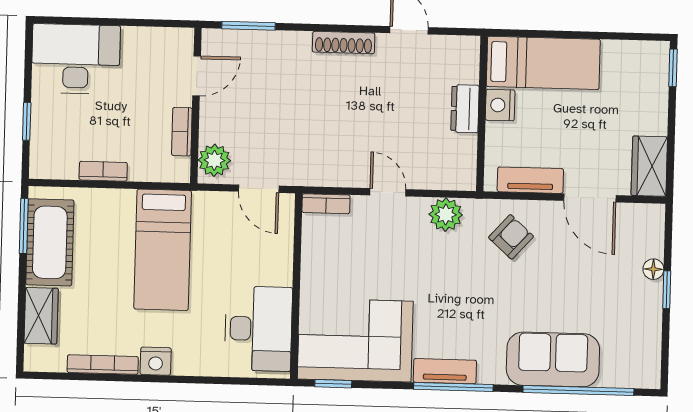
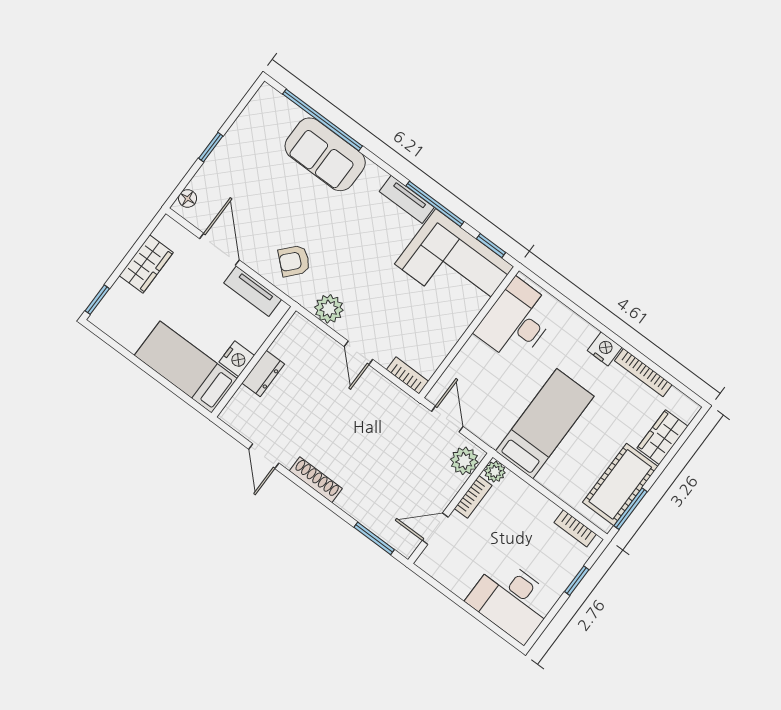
wardrobe: (649, 166) -> (146, 264), moved
plant: (178, 170) -> (495, 472), added
bookcase: (103, 171) -> (575, 528), moved
floor lamp: (653, 269) -> (188, 198), moved
window: (453, 387) -> (435, 204), moved

